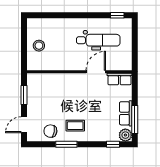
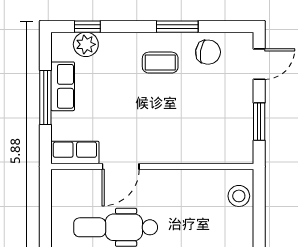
stool: (39, 46) -> (239, 196), moved
window: (135, 119) -> (45, 98), moved
plant: (125, 135) -> (86, 44), moved

